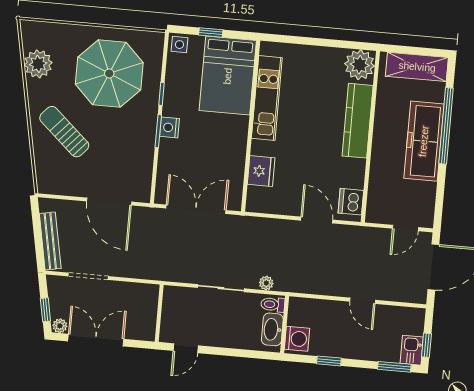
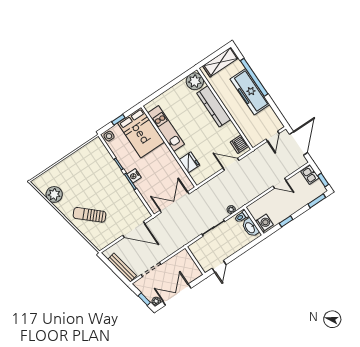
parasol: (109, 73) -> (89, 174), removed
kitchen sink: (412, 350) -> (310, 175), moved

